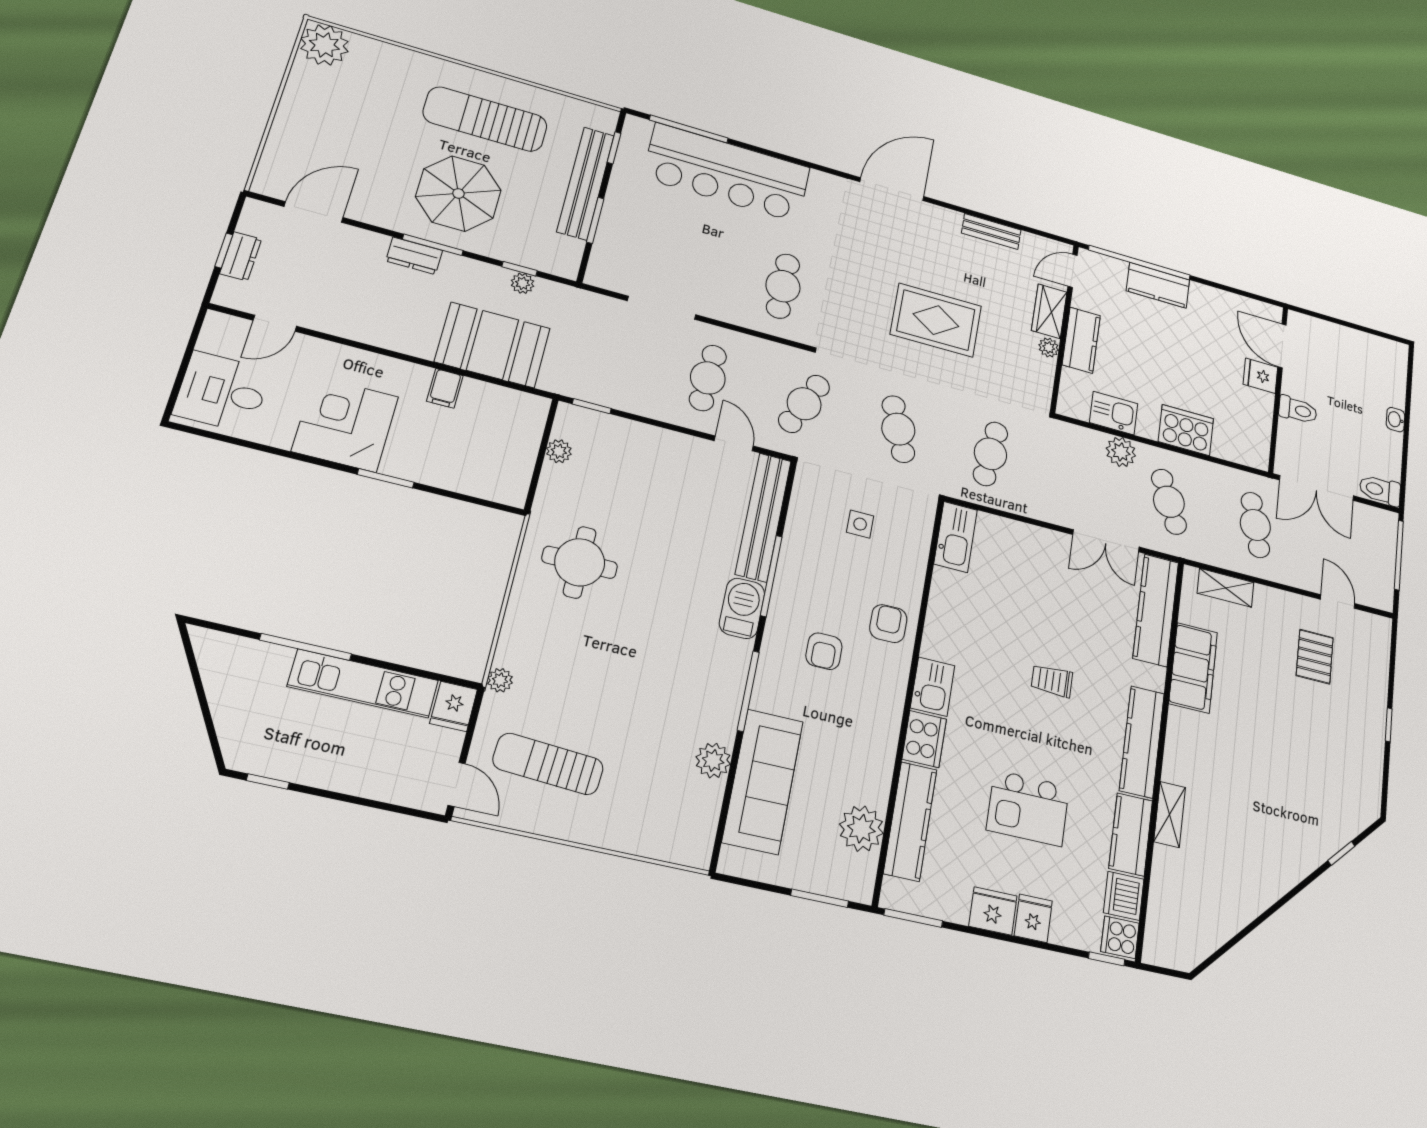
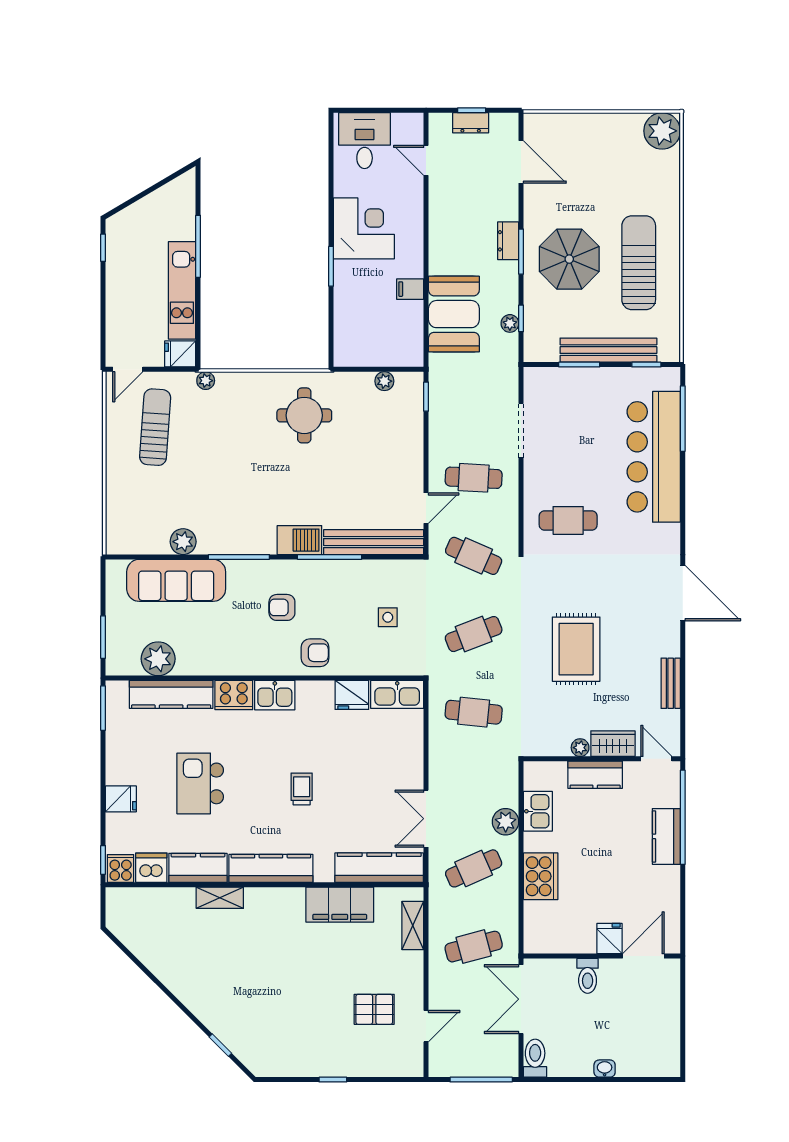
fridge: (993, 911) -> (352, 695), moved, turned 90

